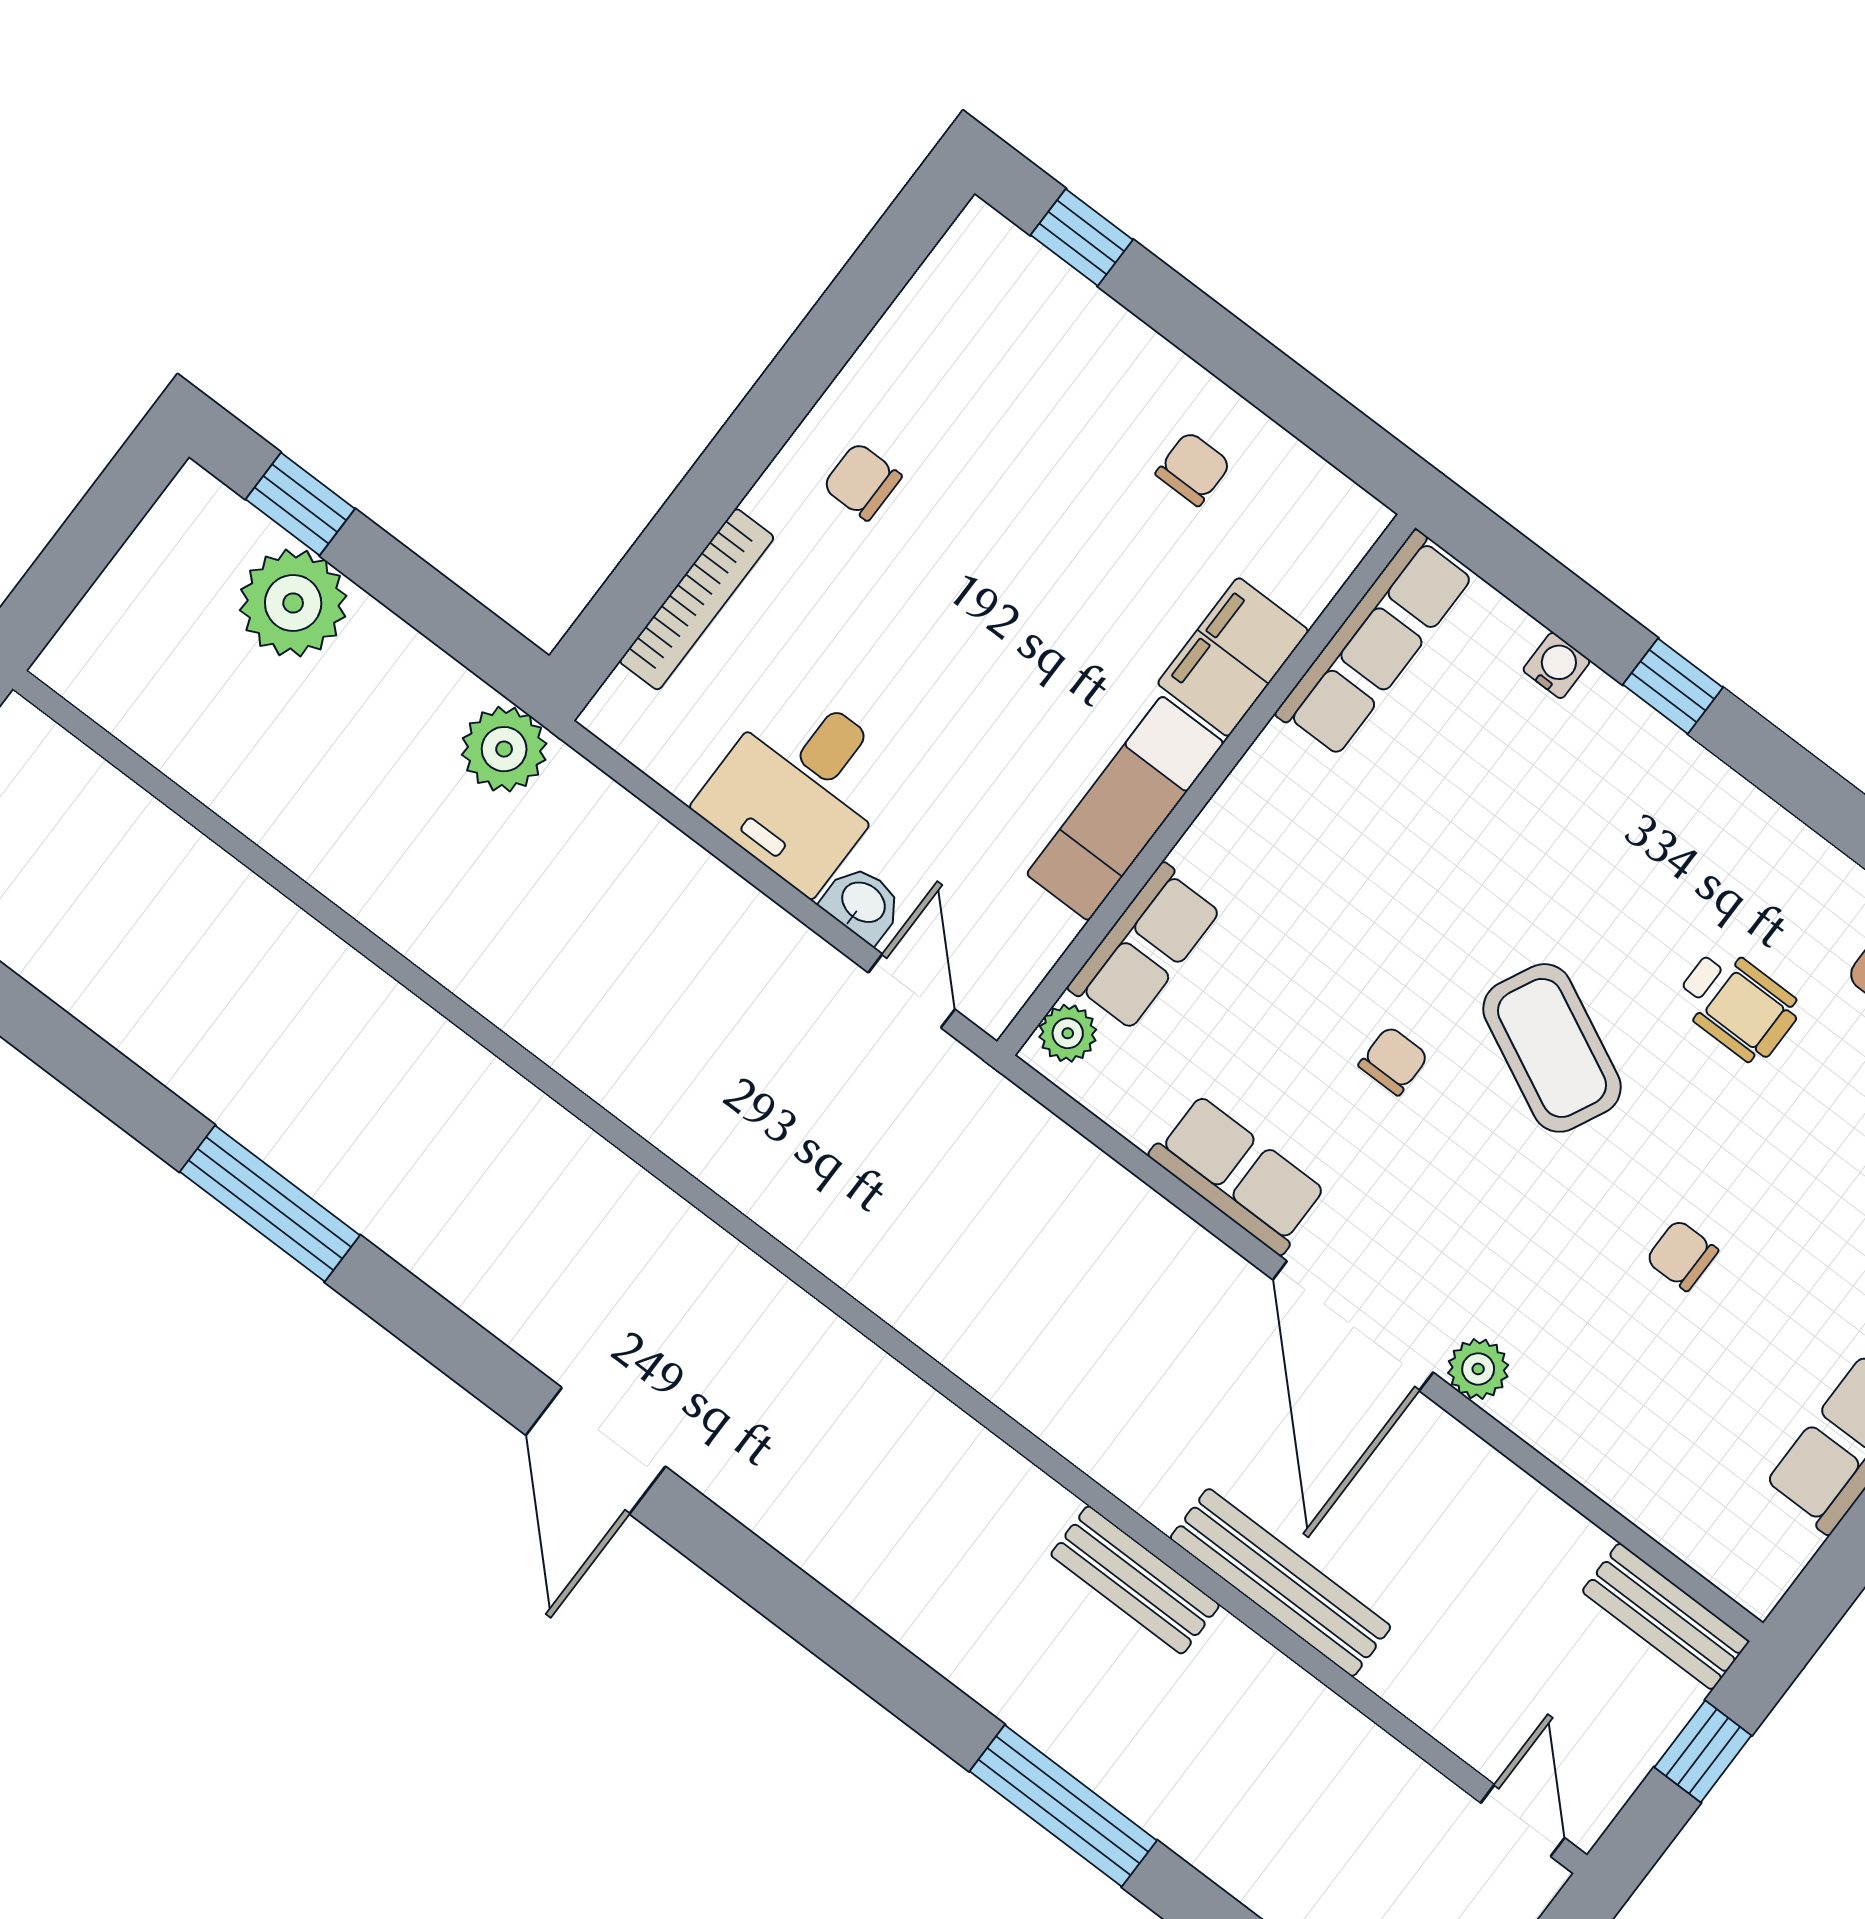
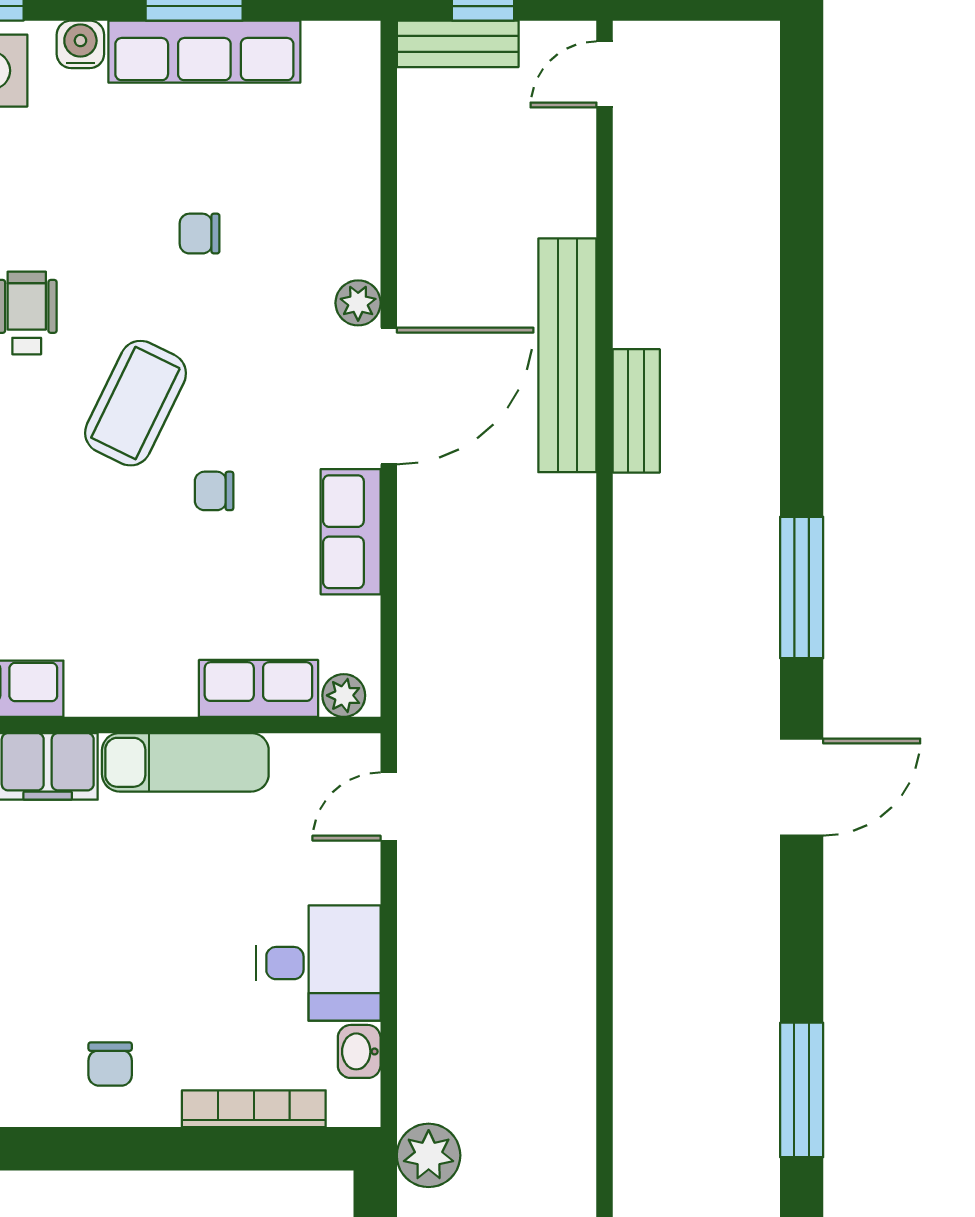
washbasin: (862, 904) -> (359, 1051), moved
chair: (1682, 1255) -> (200, 234), turned 90
bench: (1280, 1582) -> (567, 355), width x1.37, depth x1.21
bench: (1666, 1616) -> (458, 44), moved, turned 90
window: (1063, 1806) -> (802, 588), moved

